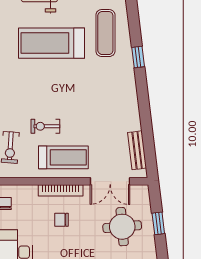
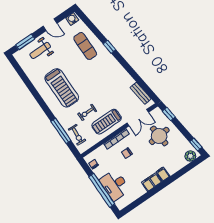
treadmill: (52, 43) -> (62, 88), moved, turned -90
treadmill: (63, 157) -> (107, 122), turned 180
window: (158, 223) -> (169, 114), moved

